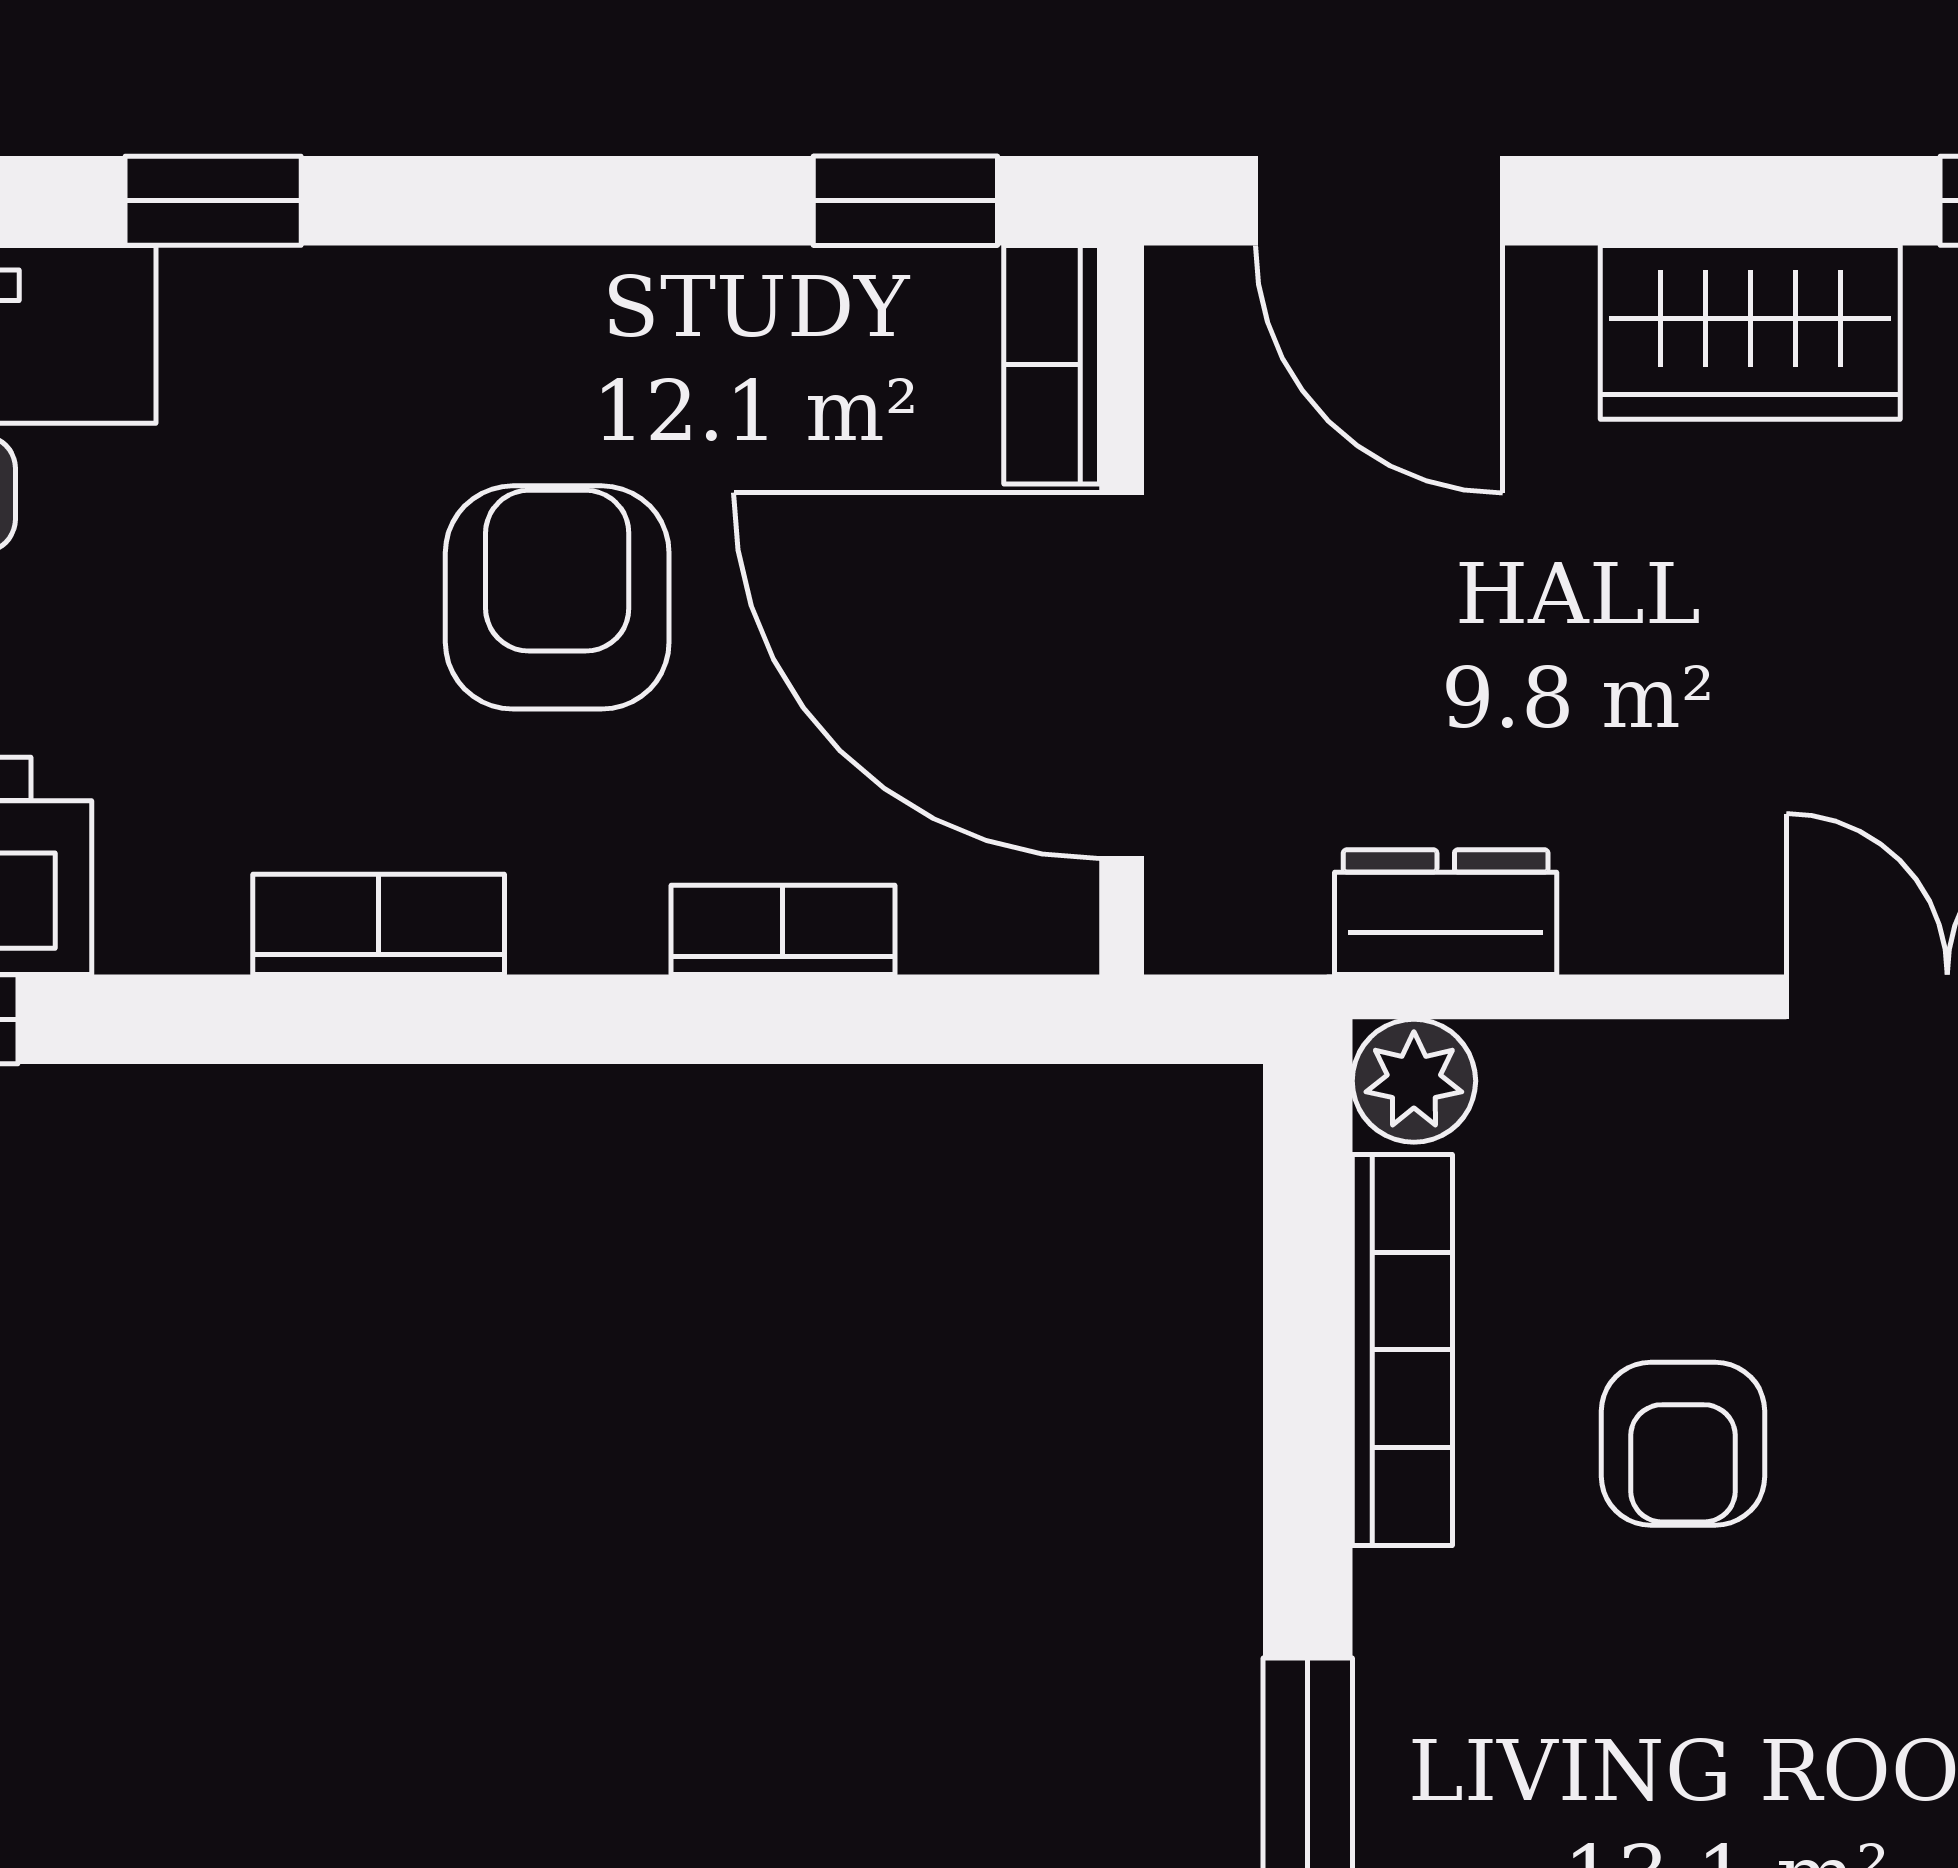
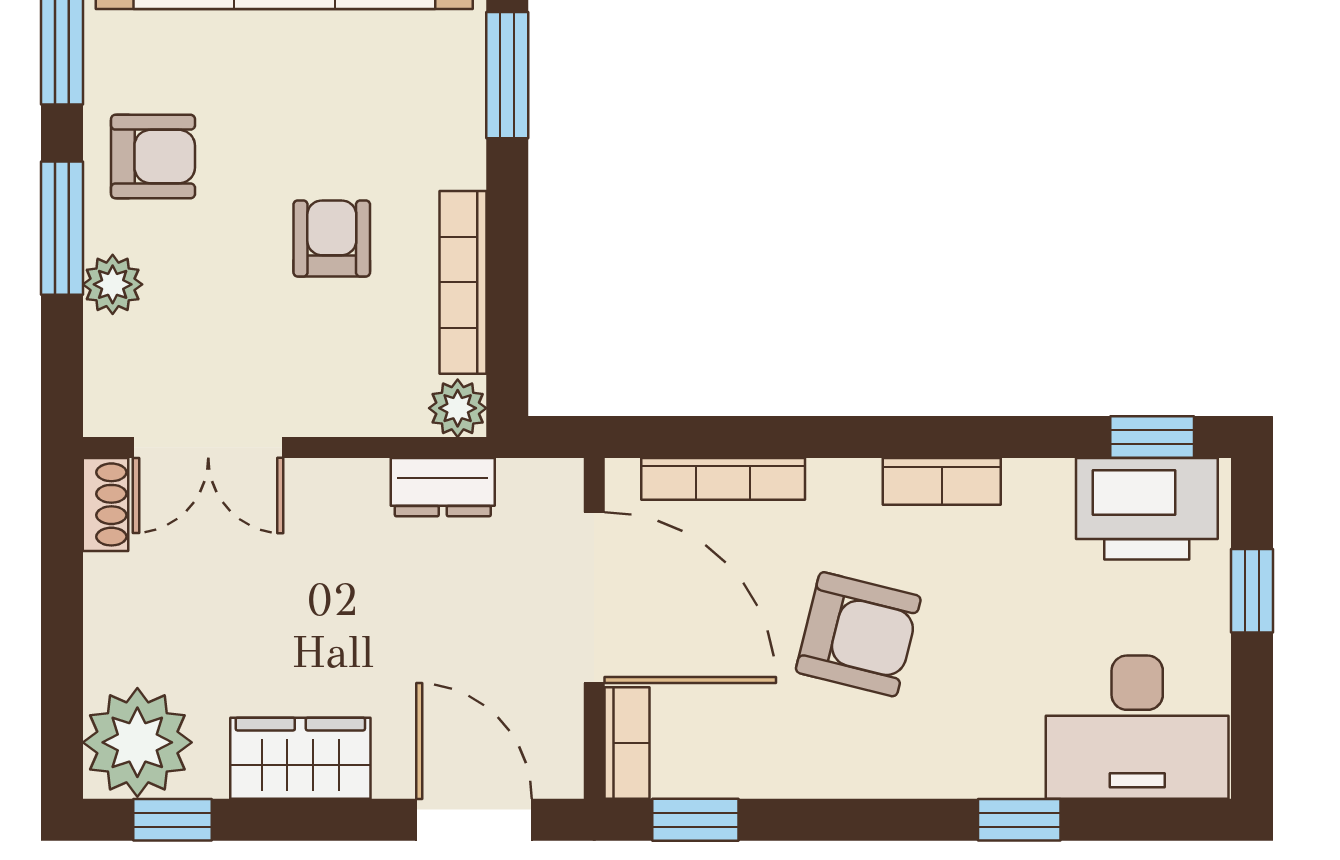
armchair: (557, 597) -> (858, 634), turned -76
bookcase: (783, 930) -> (723, 479), width x1.56

